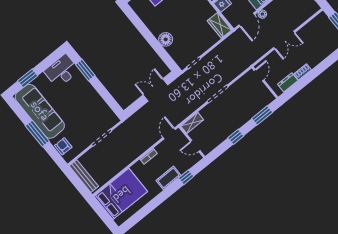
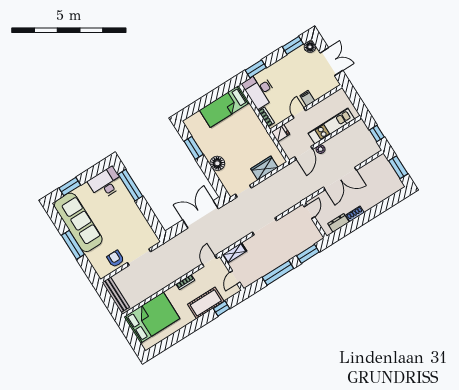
wardrobe: (219, 25) -> (264, 168), moved, turned 90
window: (141, 27) -> (194, 148), added
double door: (284, 40) -> (340, 179), width x1.37
window: (85, 70) -> (130, 185), width x1.44
double door: (156, 90) -> (201, 214), width x1.37
window: (236, 137) -> (278, 273), width x2.17
armchair: (63, 146) -> (115, 259), moved
door: (195, 146) -> (235, 277), hinge flipped
cot: (169, 178) -> (206, 303), width x1.37, depth x1.34

